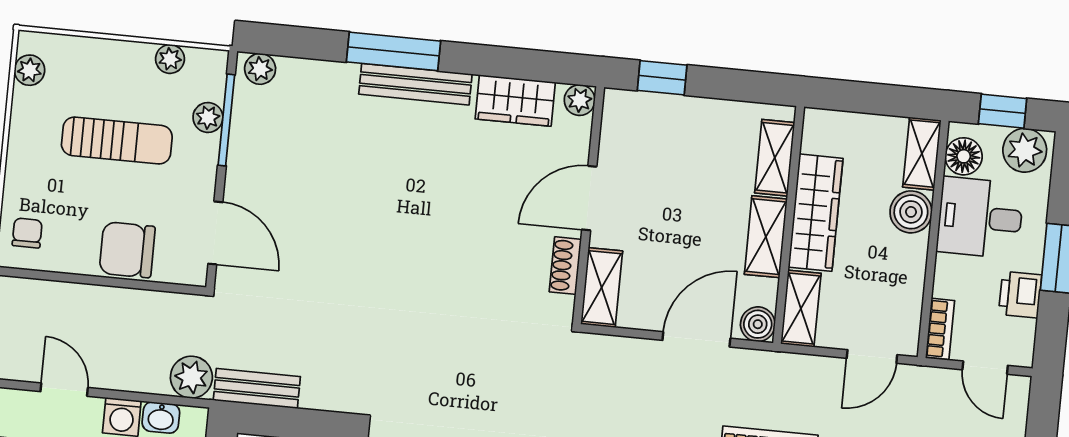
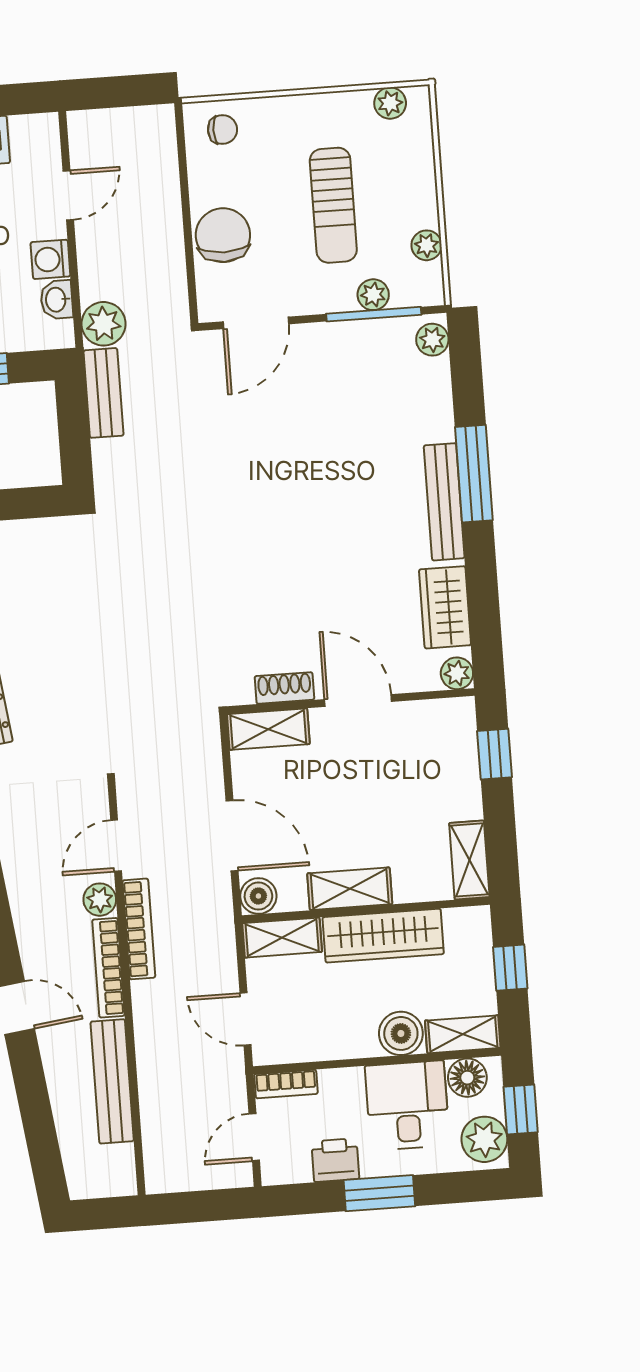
window: (867, 98) -> (510, 968), added
shelving: (775, 158) -> (469, 860), moved, turned 90

